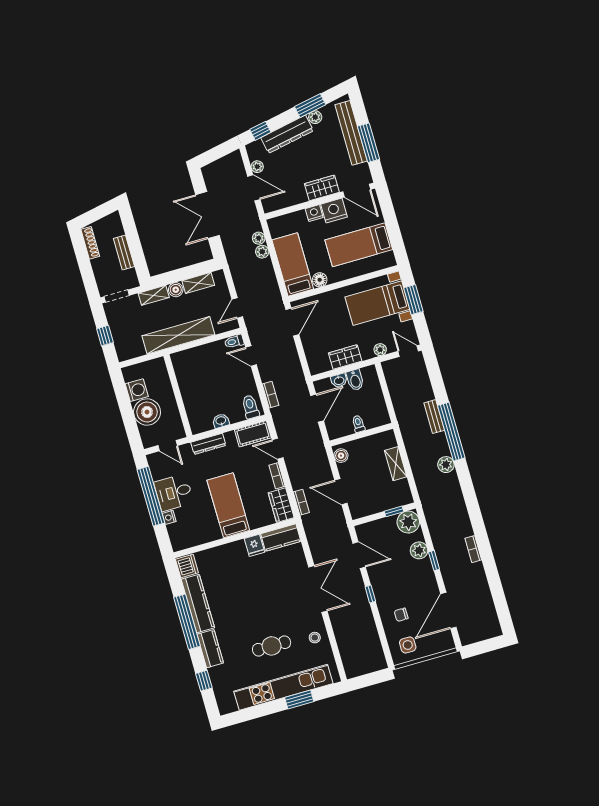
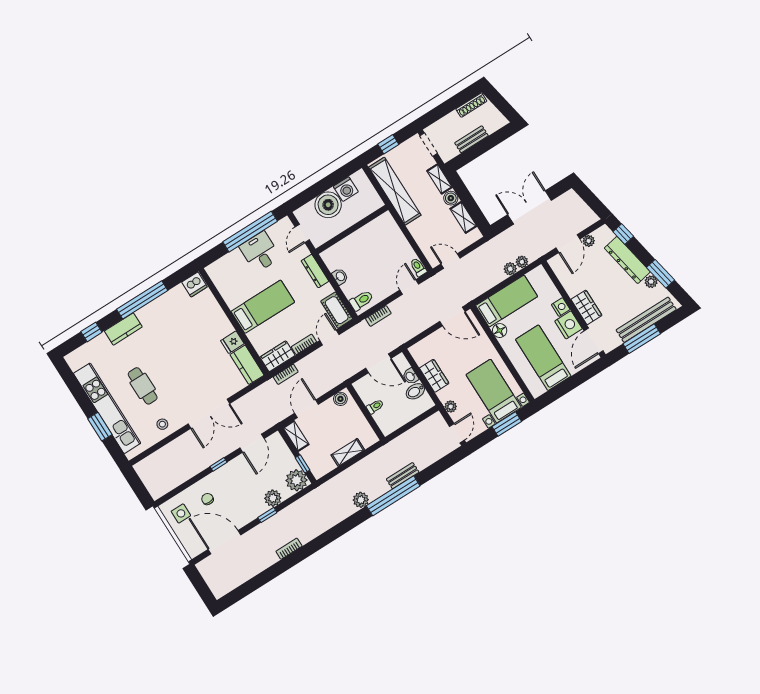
shelving: (178, 335) -> (395, 191), moved
shelving: (365, 510) -> (296, 436), added
nightstand: (169, 517) -> (235, 255), removed
kitchen counter: (198, 604) -> (162, 305), removed

